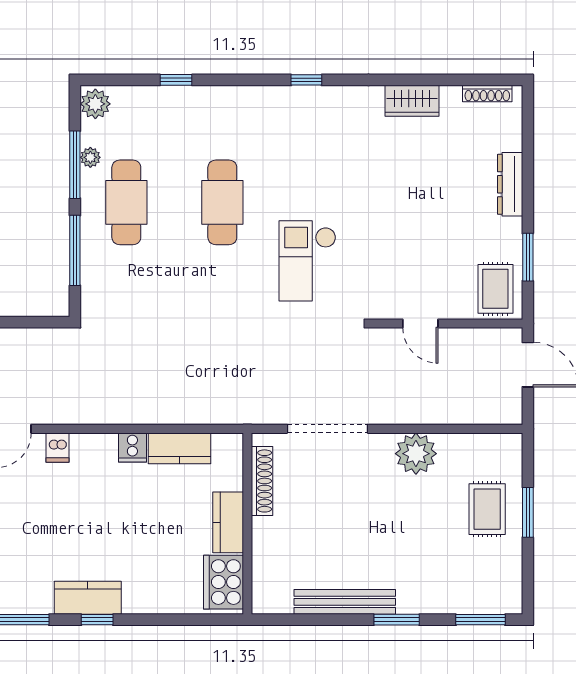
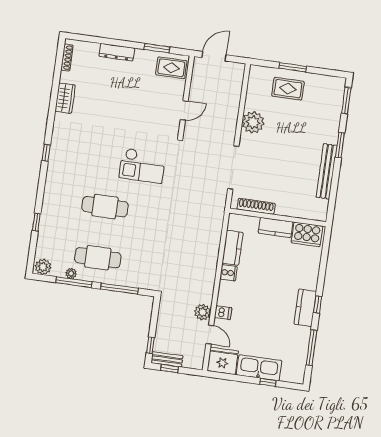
plant: (53, 410) -> (203, 312), added

